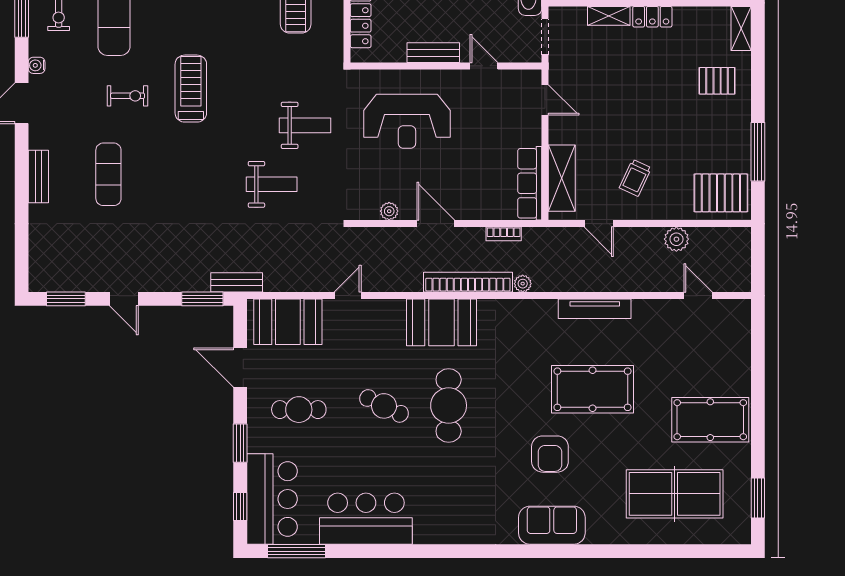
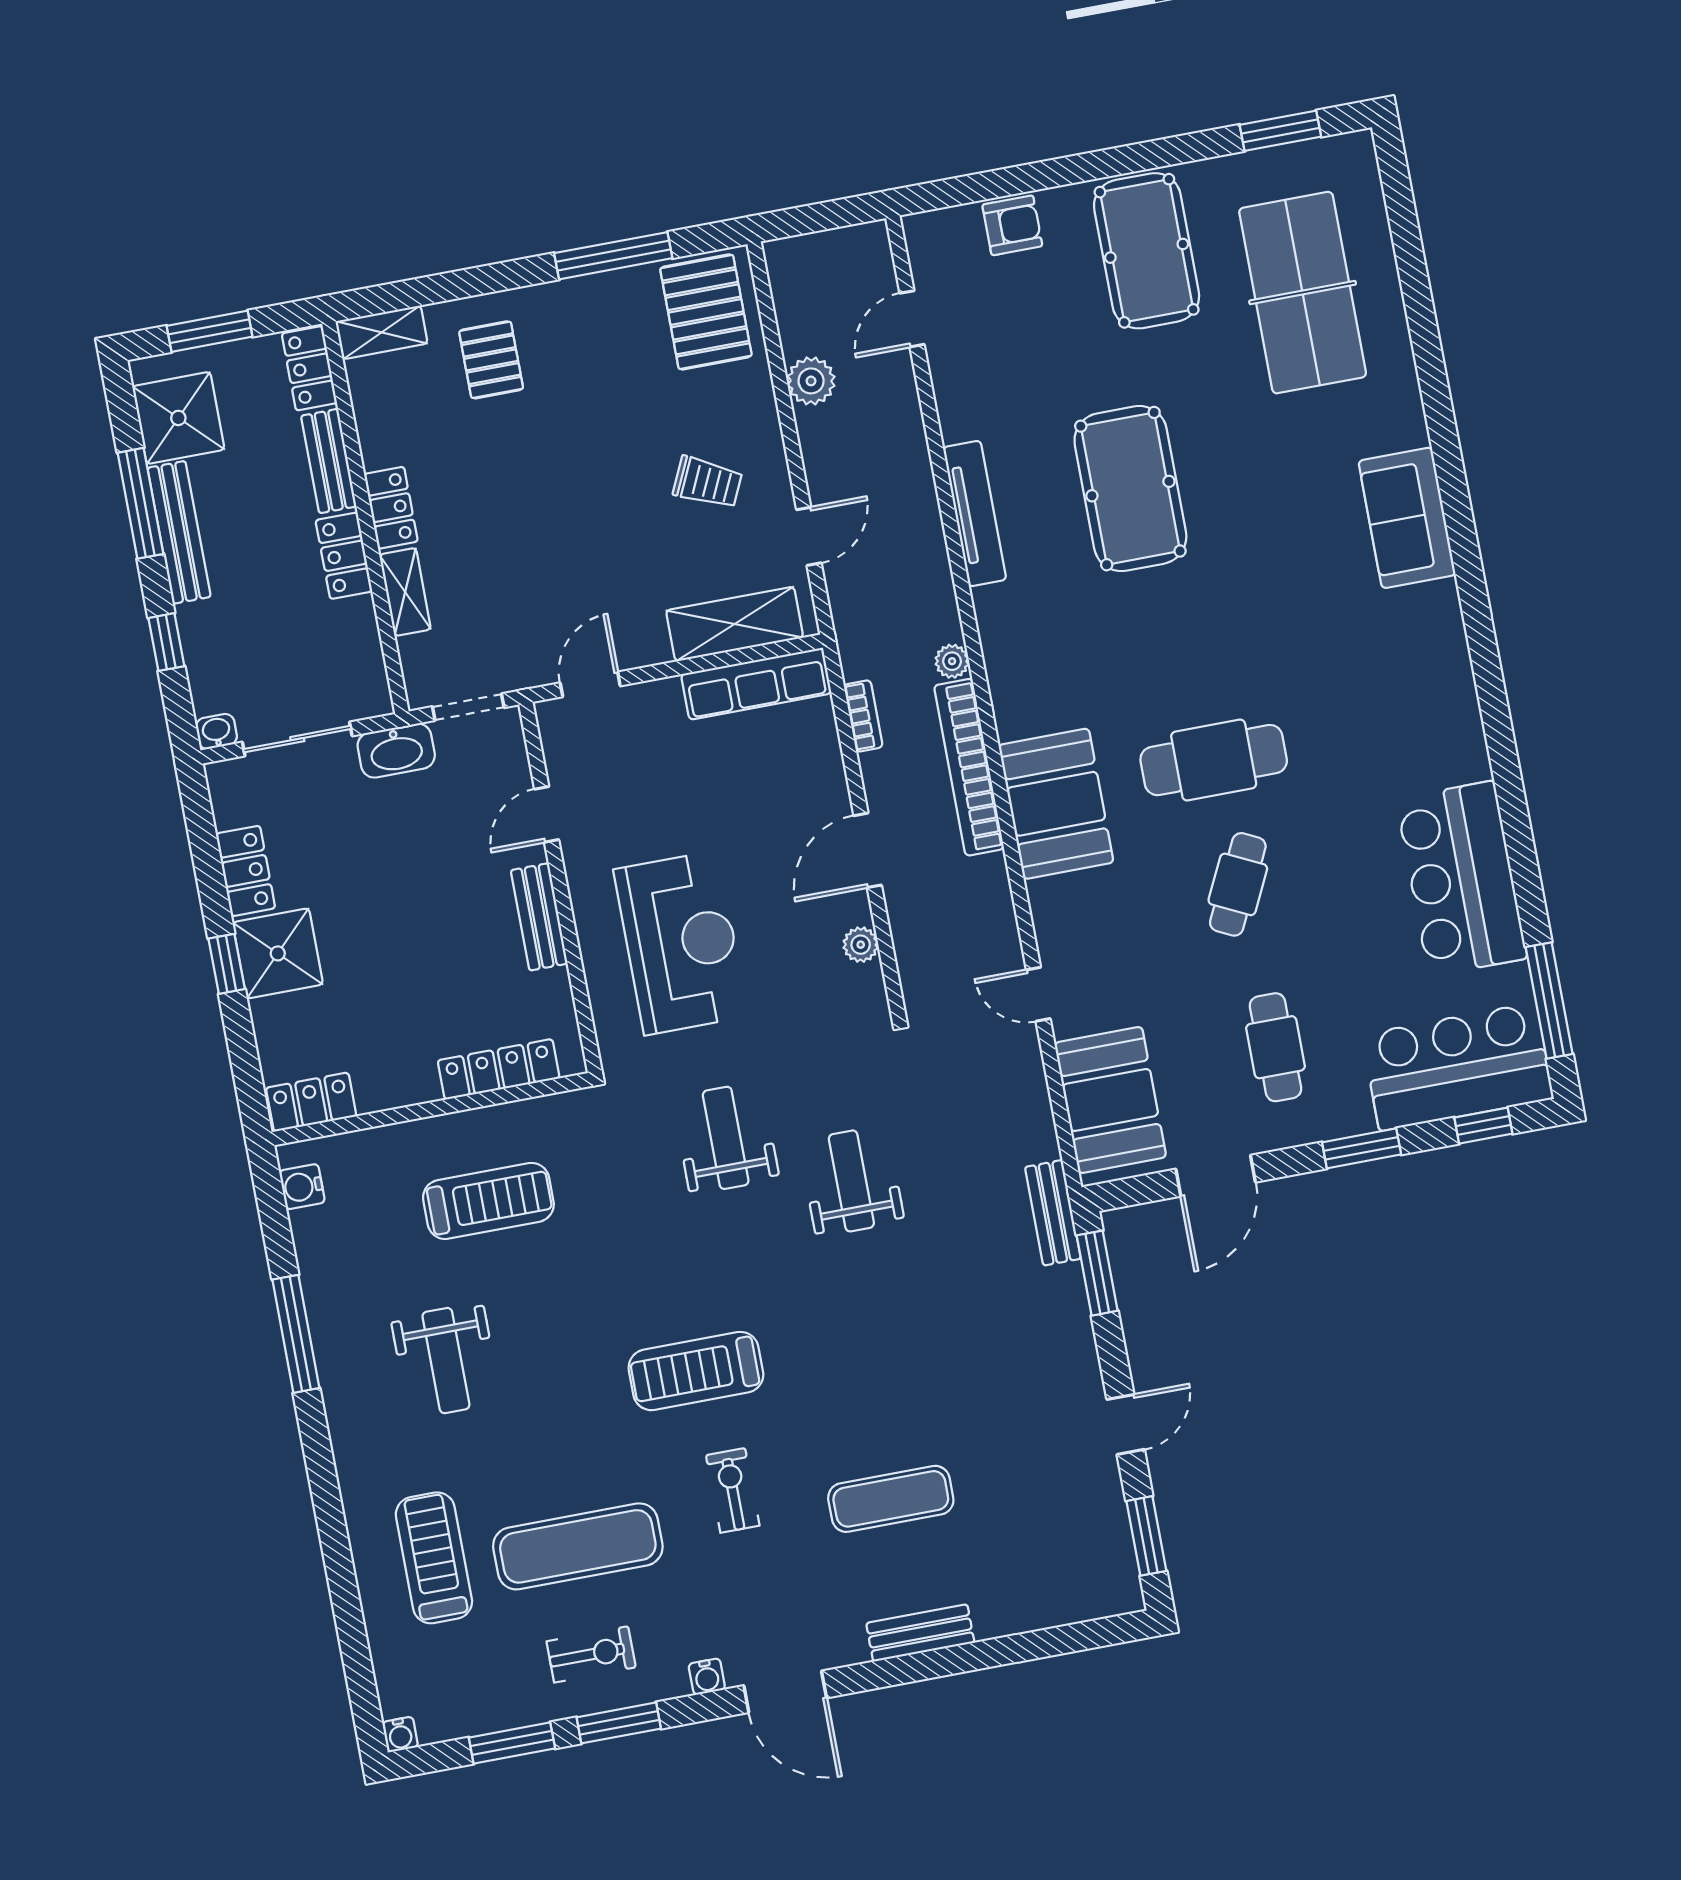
armchair: (550, 454) -> (1012, 225), moved, width x0.72, depth x0.72

